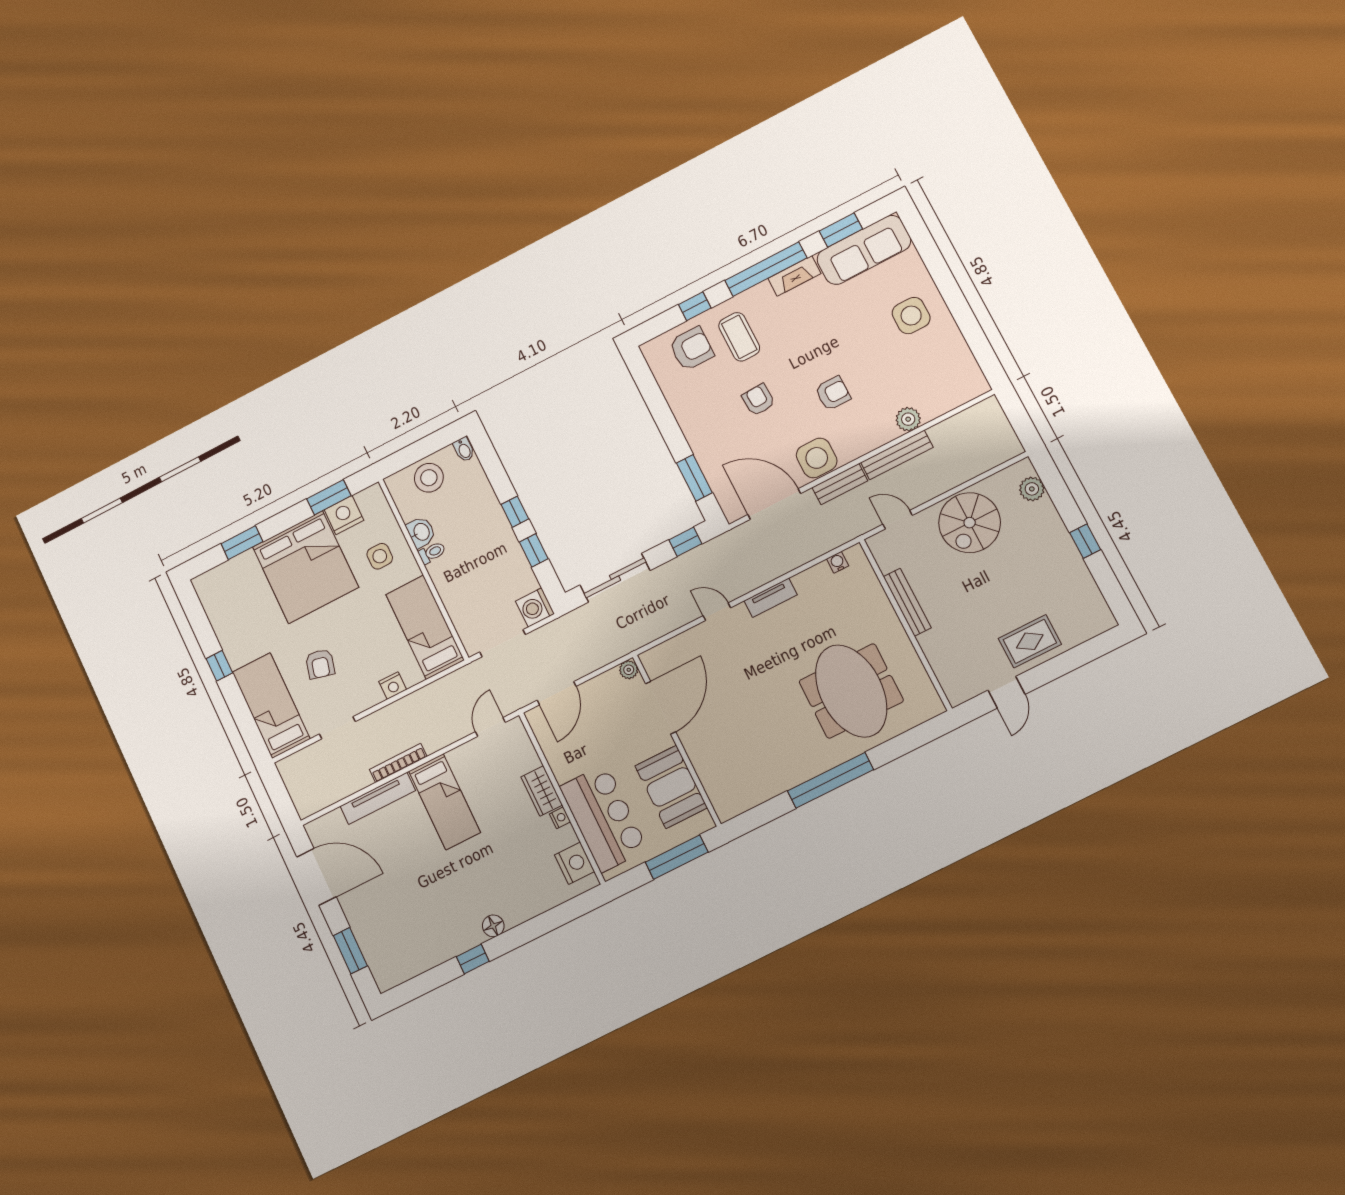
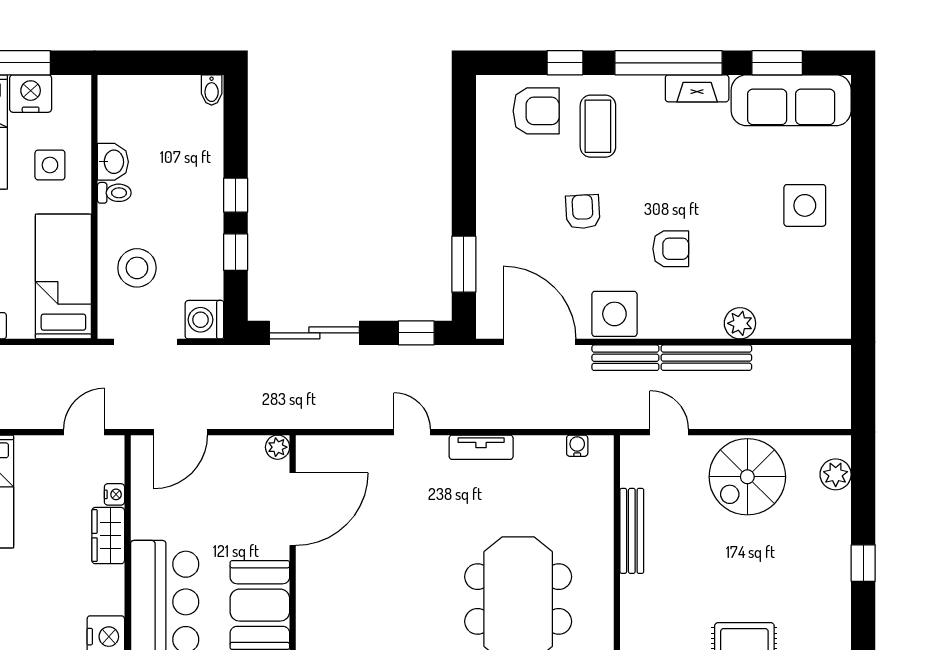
stool: (429, 478) -> (137, 268), moved
nightstand: (560, 818) -> (114, 494), moved

